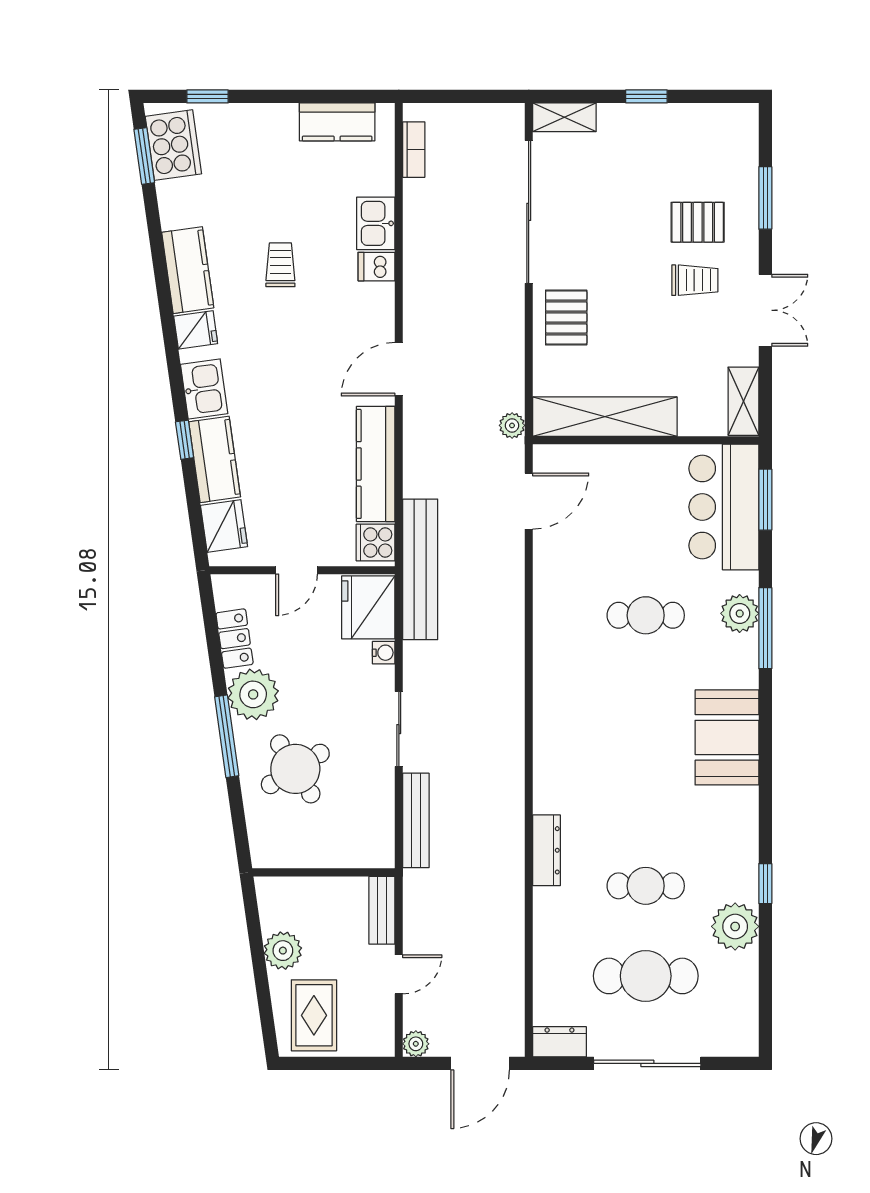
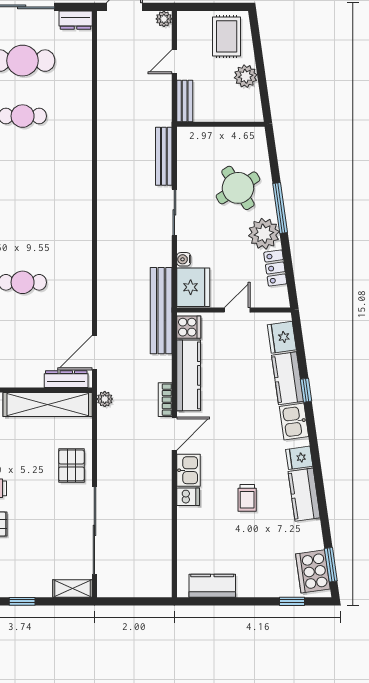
bookcase: (414, 150) -> (165, 400), moved
kitchen sink: (376, 223) -> (188, 470), moved
dresser: (546, 850) -> (66, 379), moved, turned 90

